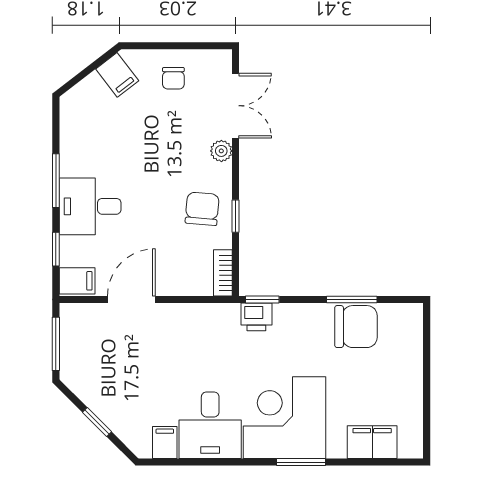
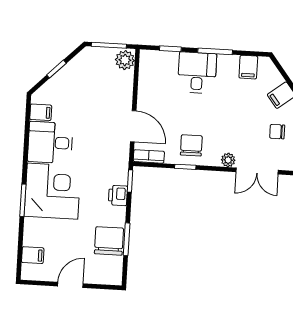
chair: (202, 209) -> (191, 145), turned -95
filing cabinet: (77, 281) -> (248, 67), moved
door: (131, 300) -> (133, 126), moved
printer: (256, 317) -> (118, 195), moved
plant: (77, 318) -> (125, 60), added
chair: (356, 327) -> (109, 241), turned 180
door: (427, 382) -> (70, 285), added
filing cabinet: (372, 442) -> (33, 255), width x0.50

